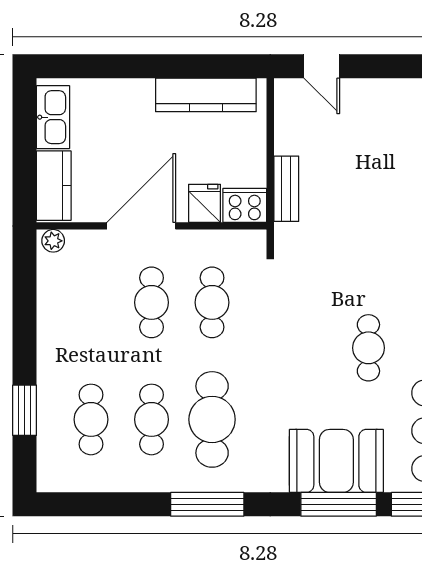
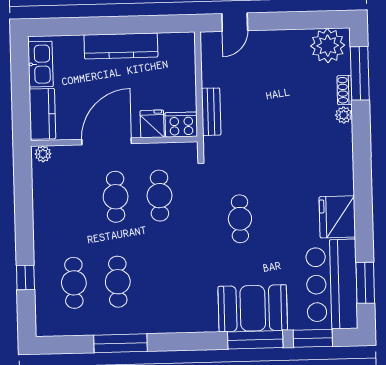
door: (322, 66) -> (235, 22), hinge flipped
kitchen counter: (206, 95) -> (121, 46), moved
cafe table: (368, 348) -> (240, 219), moved
window: (25, 410) -> (25, 277), width x0.67
cafe table: (212, 419) -> (162, 281), removed
window: (207, 504) -> (121, 343), moved

